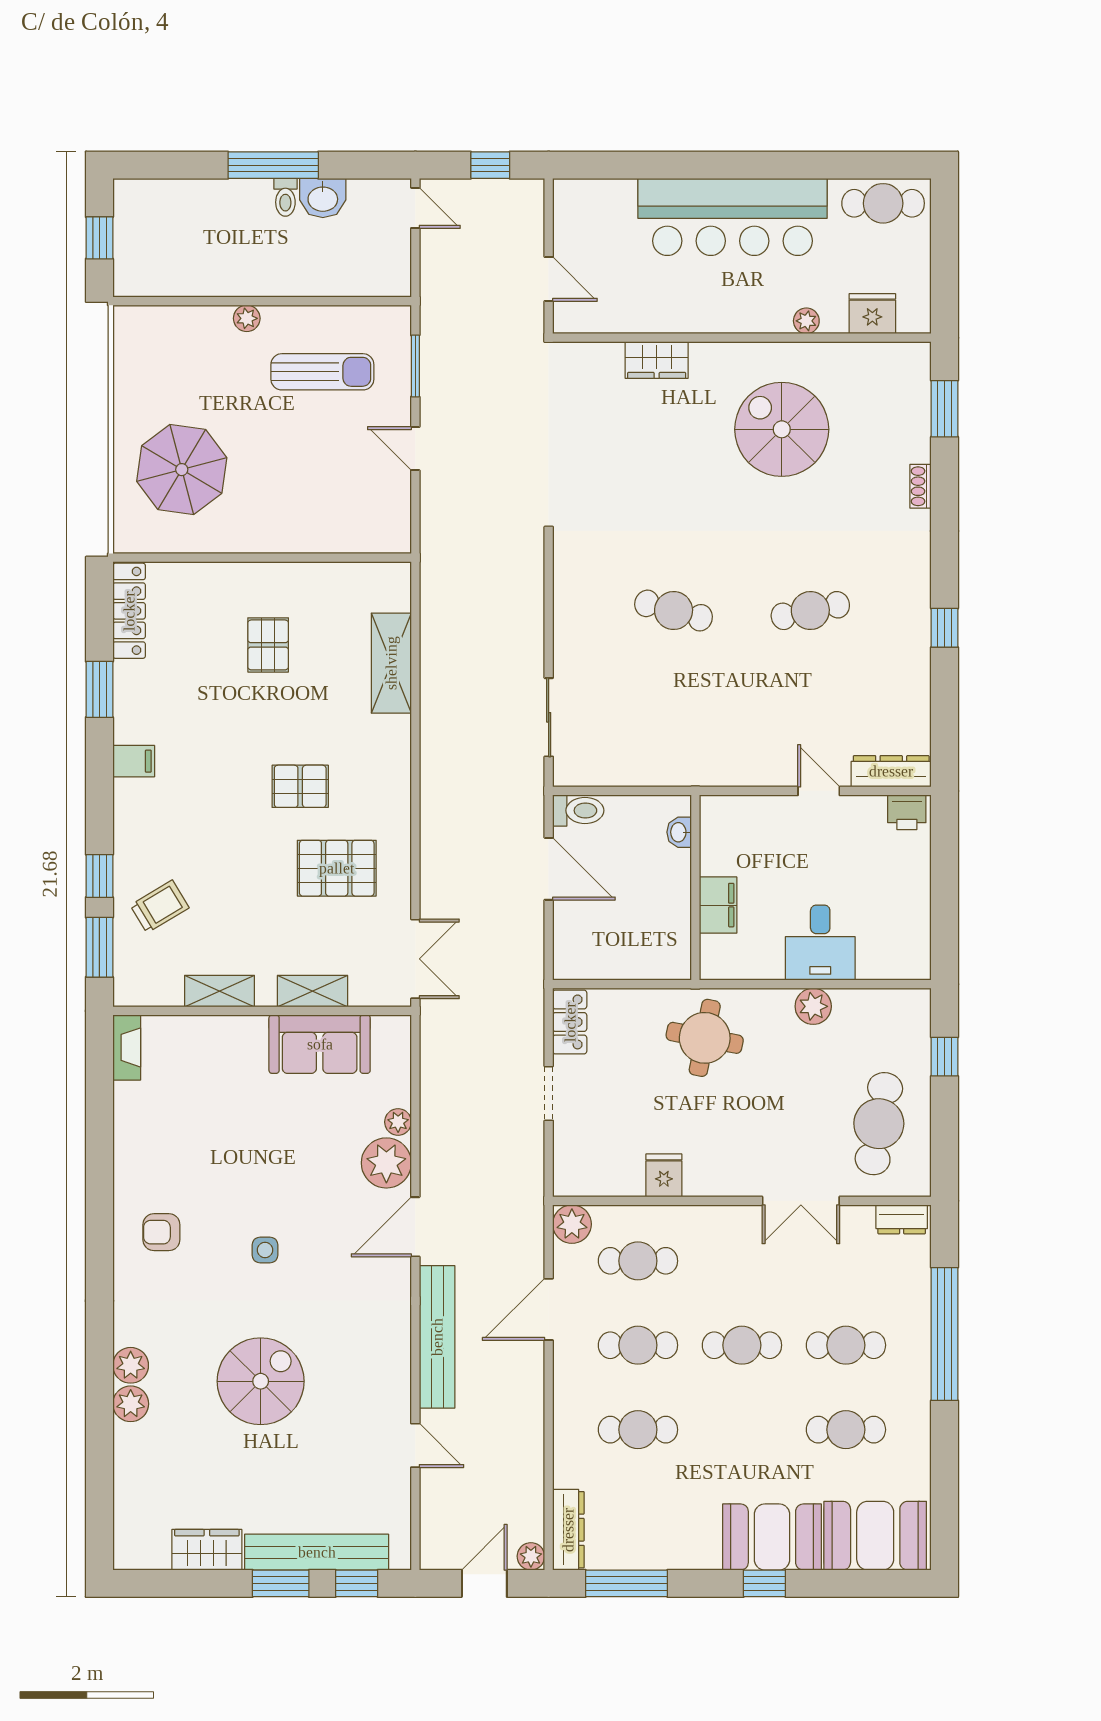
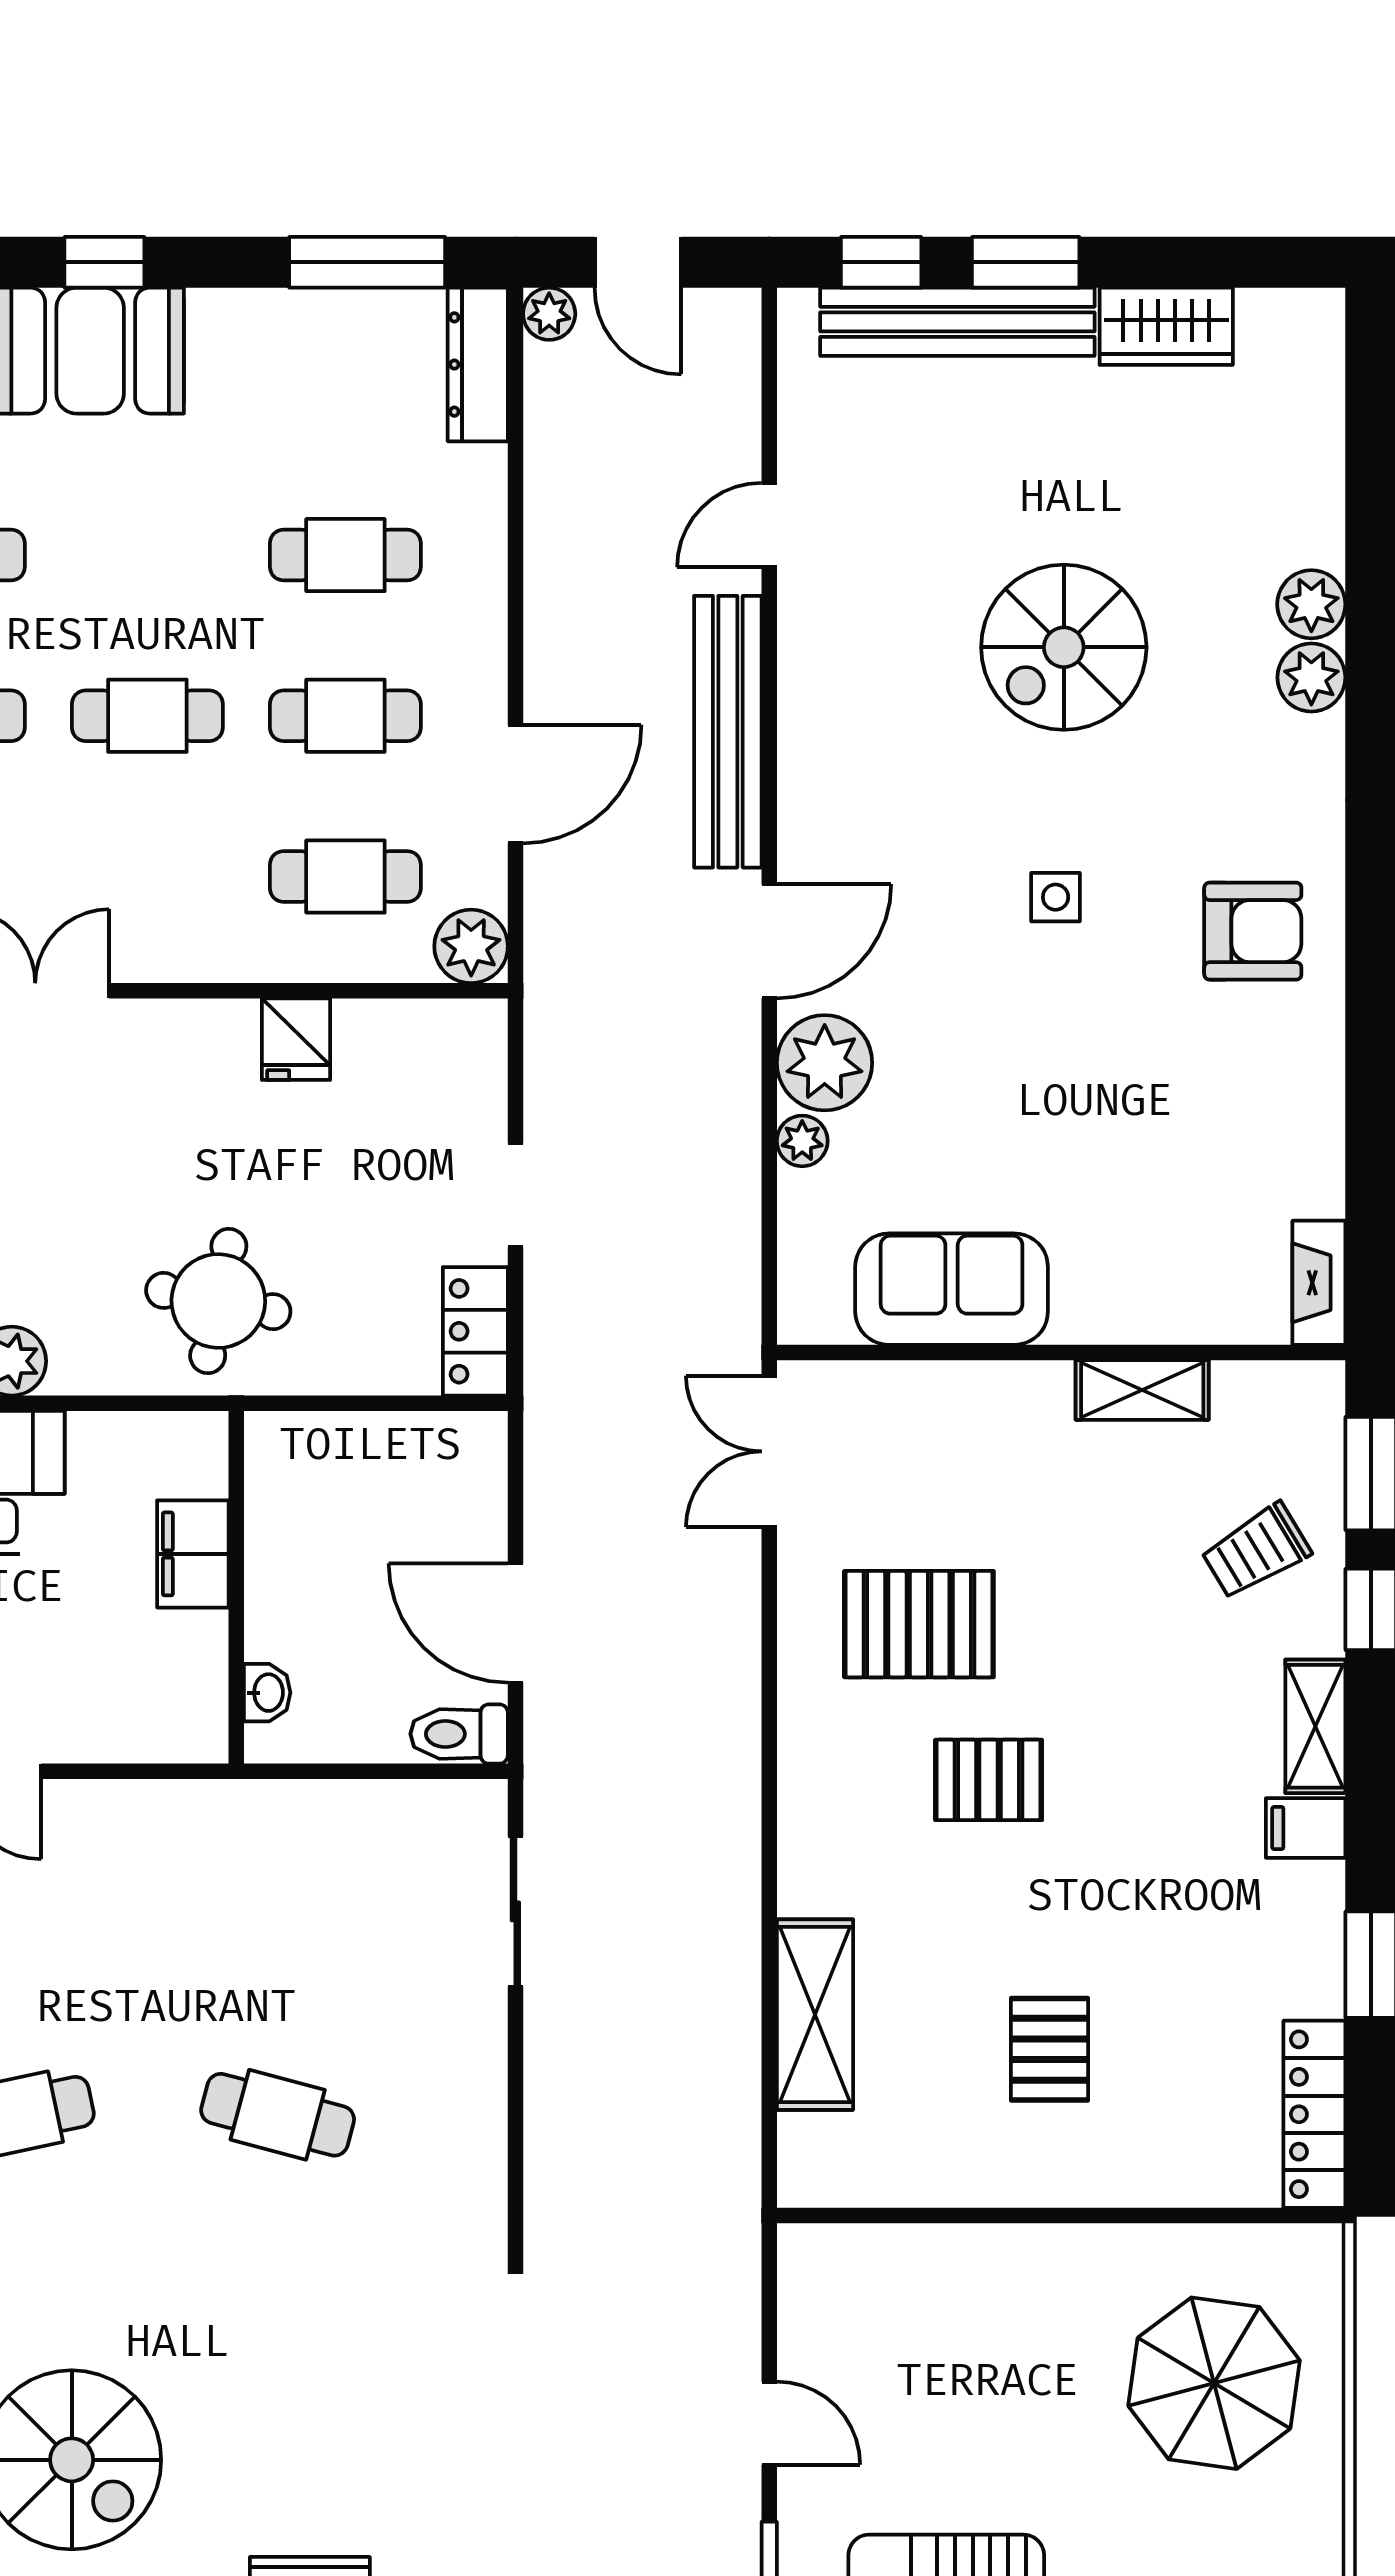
shelving: (313, 991) -> (1315, 1726), moved, turned 90
armchair: (161, 1232) -> (1253, 931), width x1.38, depth x1.38
door: (415, 1445) -> (769, 525), hinge flipped
door: (484, 1583) -> (638, 262), hinge flipped

